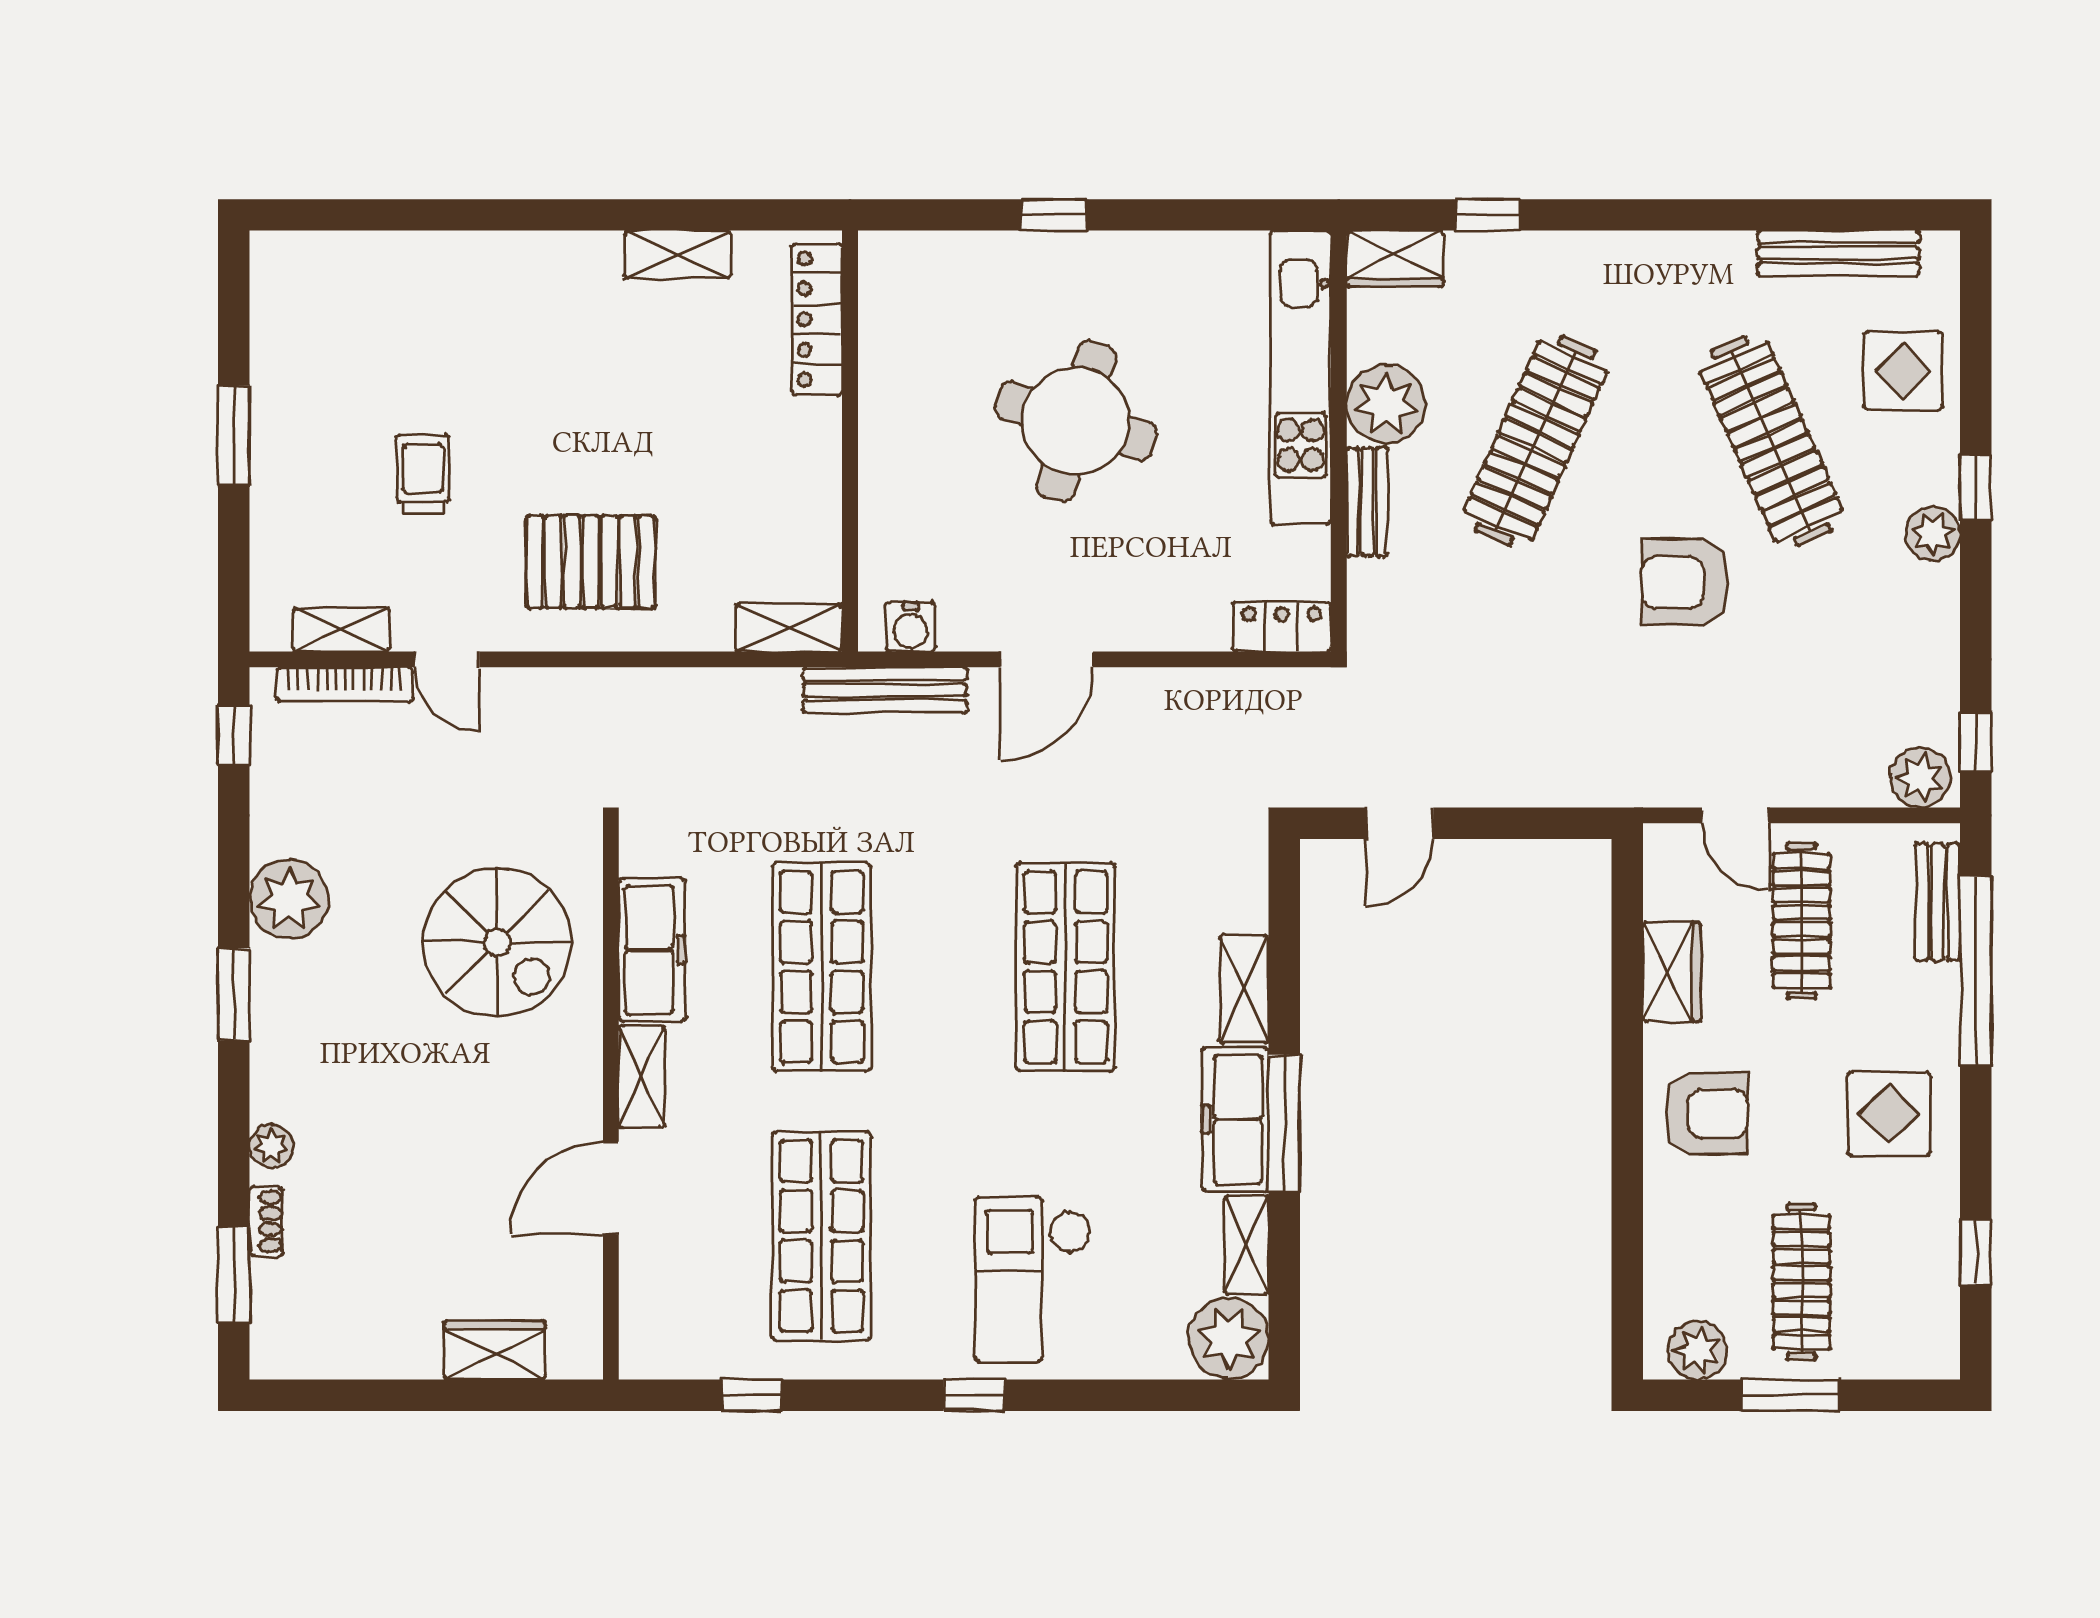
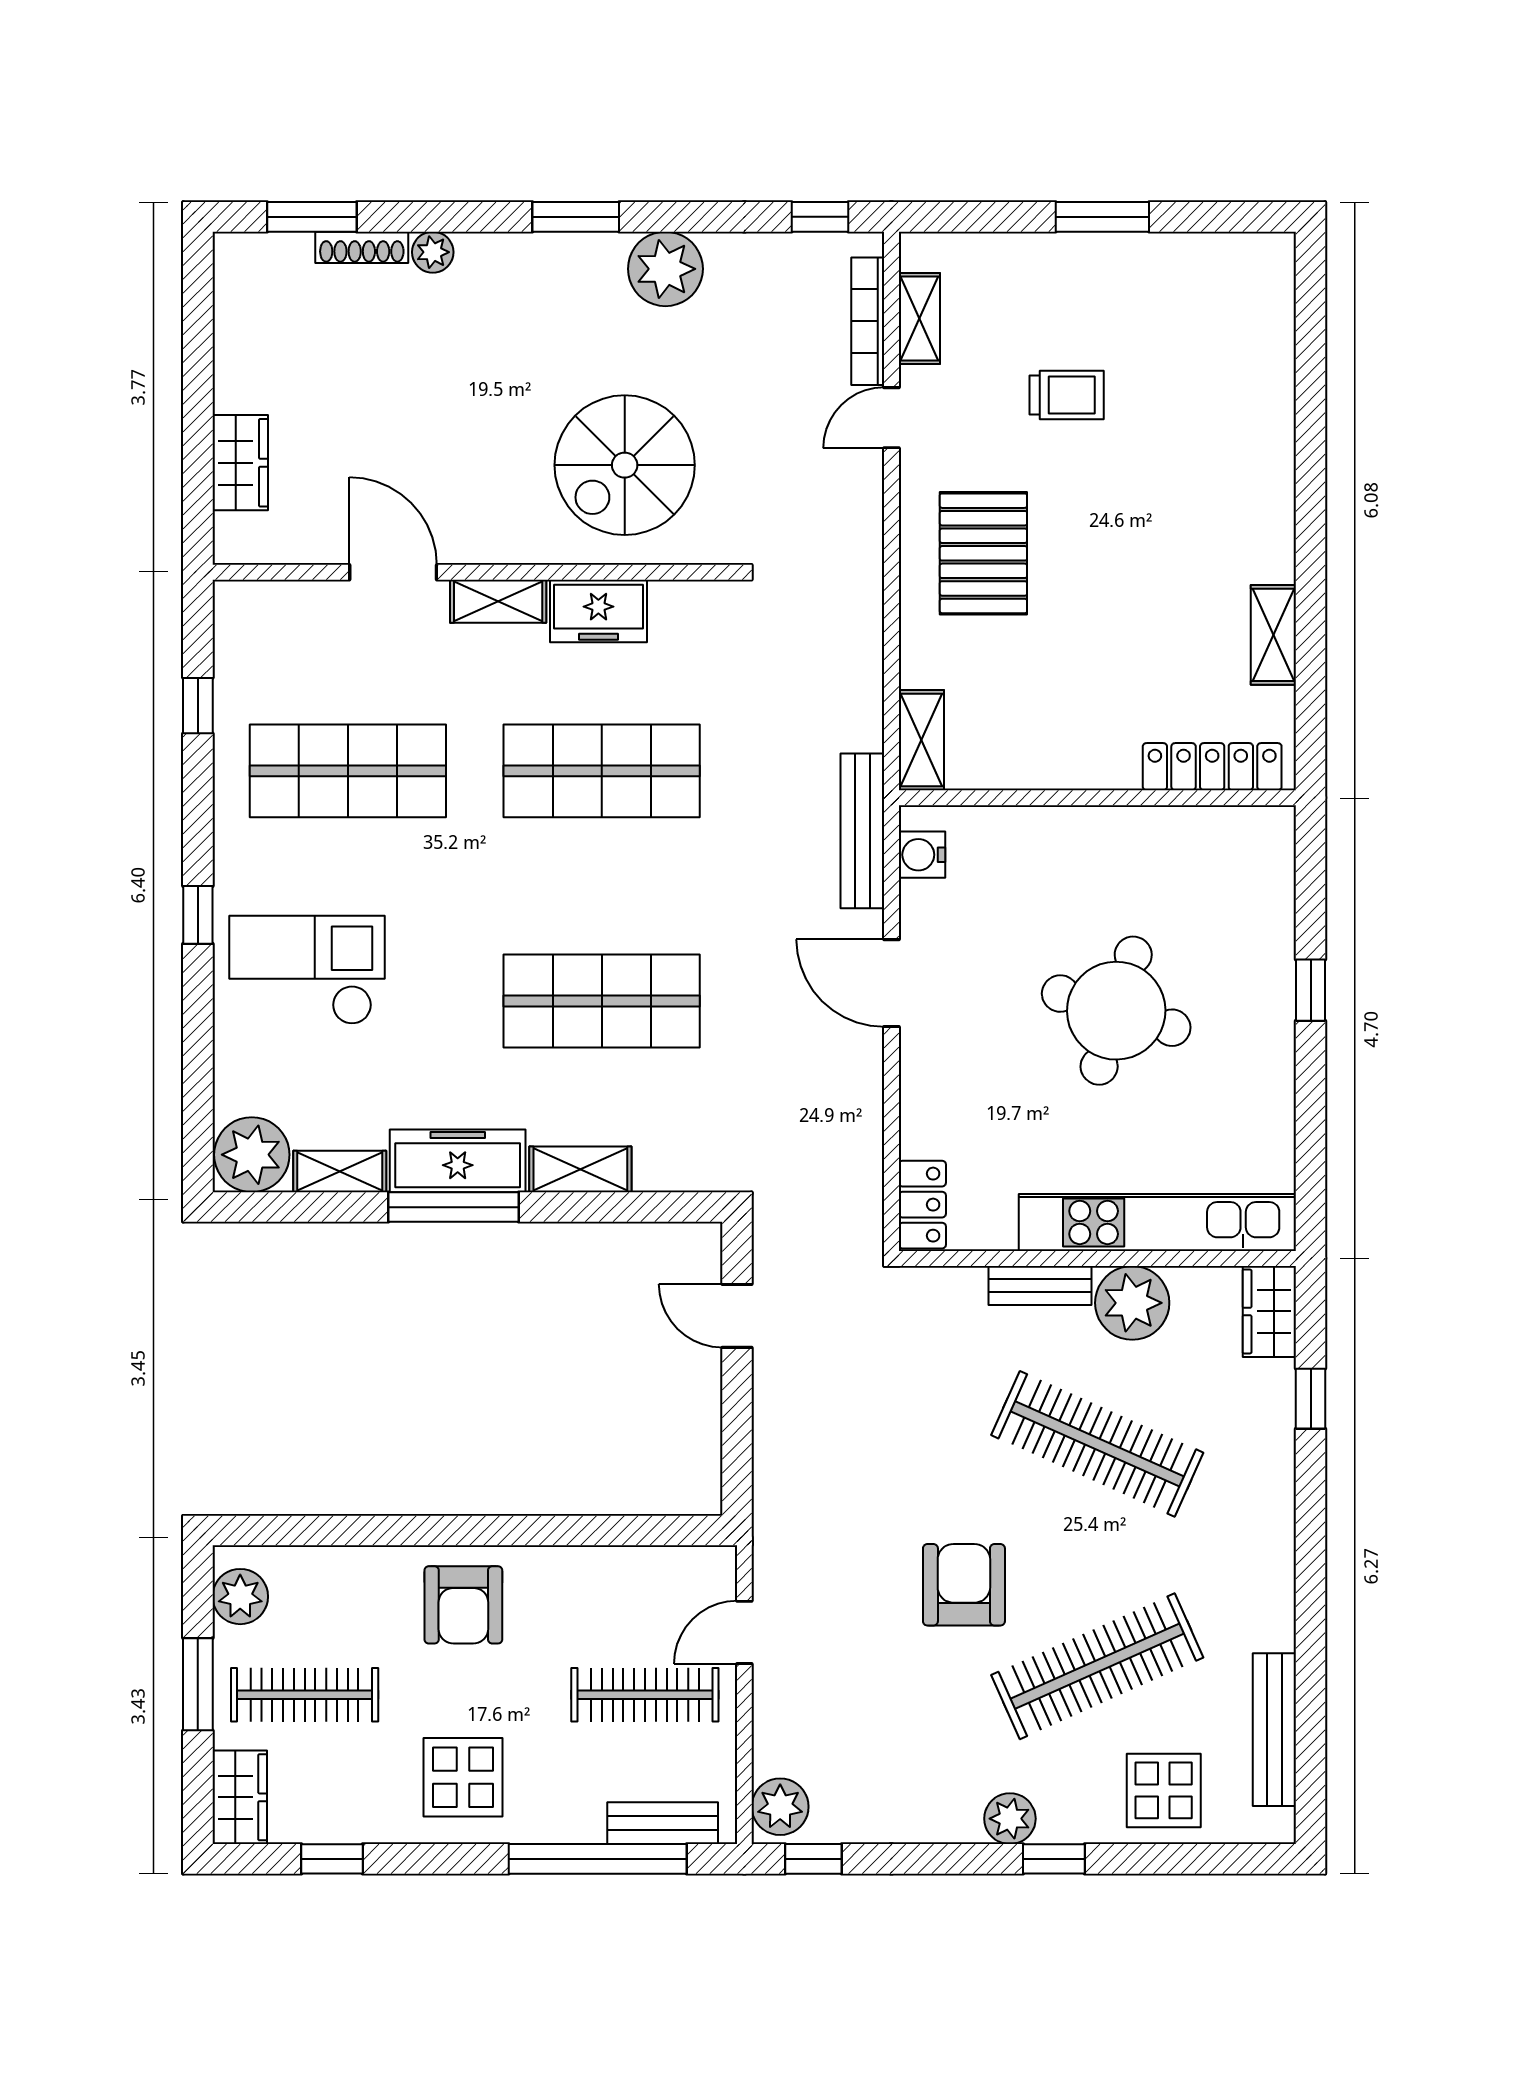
freezer: (652, 950) -> (598, 611), width x0.71
wardrobe: (1672, 972) -> (240, 1797), moved, turned -90
shoe rack: (266, 1221) -> (362, 247), width x1.43

